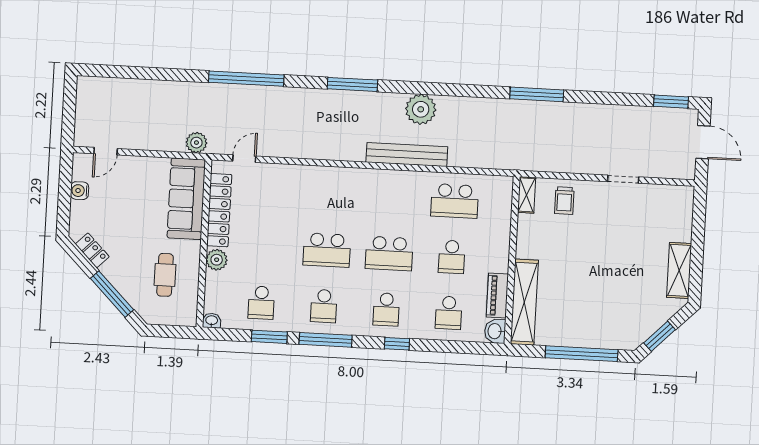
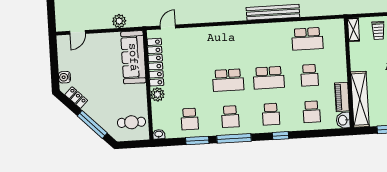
plant: (196, 143) -> (119, 21), moved
water cooler: (79, 191) -> (65, 77), moved
cafe table: (165, 275) -> (131, 122), moved, turned 90

